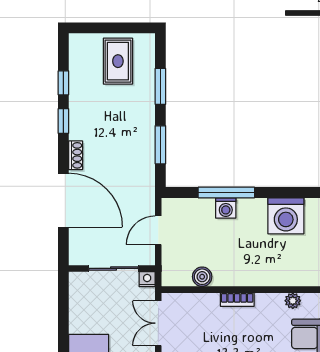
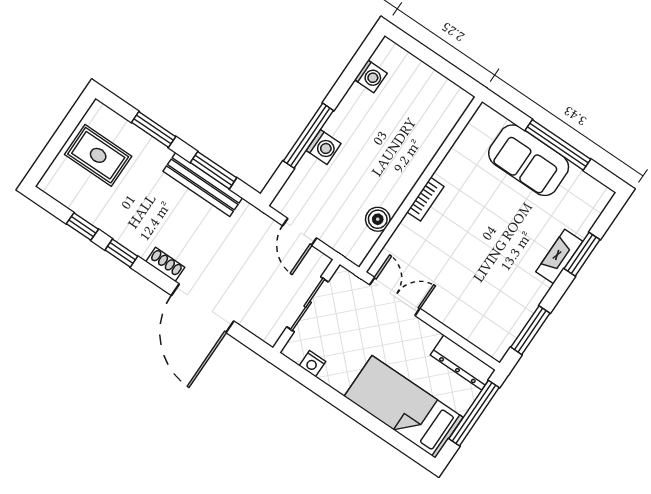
bench: (146, 144) -> (203, 184), added
door: (63, 200) -> (203, 308), swing flipped
washing machine: (286, 216) -> (371, 76), width x0.53, depth x0.53
nightstand: (147, 279) -> (312, 364), moved, turned -90
plant: (293, 301) -> (465, 143), removed
double door: (158, 323) -> (395, 297), swing flipped

